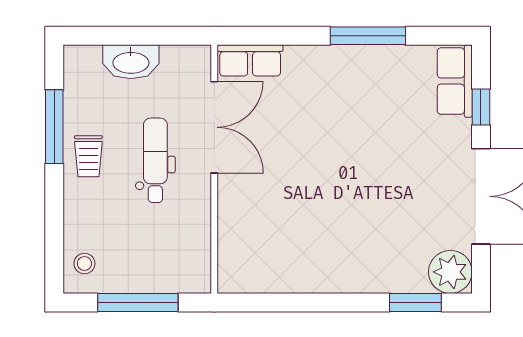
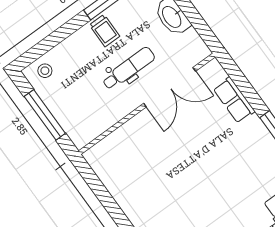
row of seats: (250, 60) -> (234, 100), moved
trolley: (88, 156) -> (105, 31), turned -90

